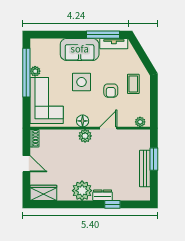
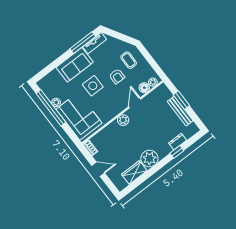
floor lamp: (83, 121) -> (144, 88), moved
wardrobe: (43, 193) -> (134, 172), moved
dresser: (103, 195) -> (178, 142), moved

